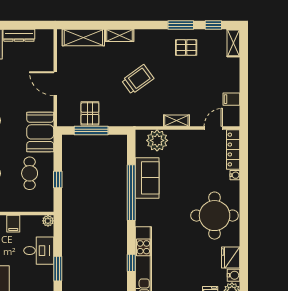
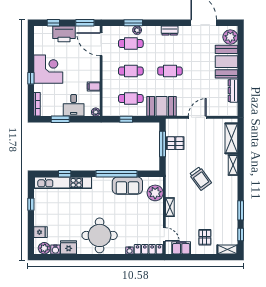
pallet: (186, 48) -> (205, 237), moved
filing cabinet: (231, 99) -> (181, 248), width x2.00

